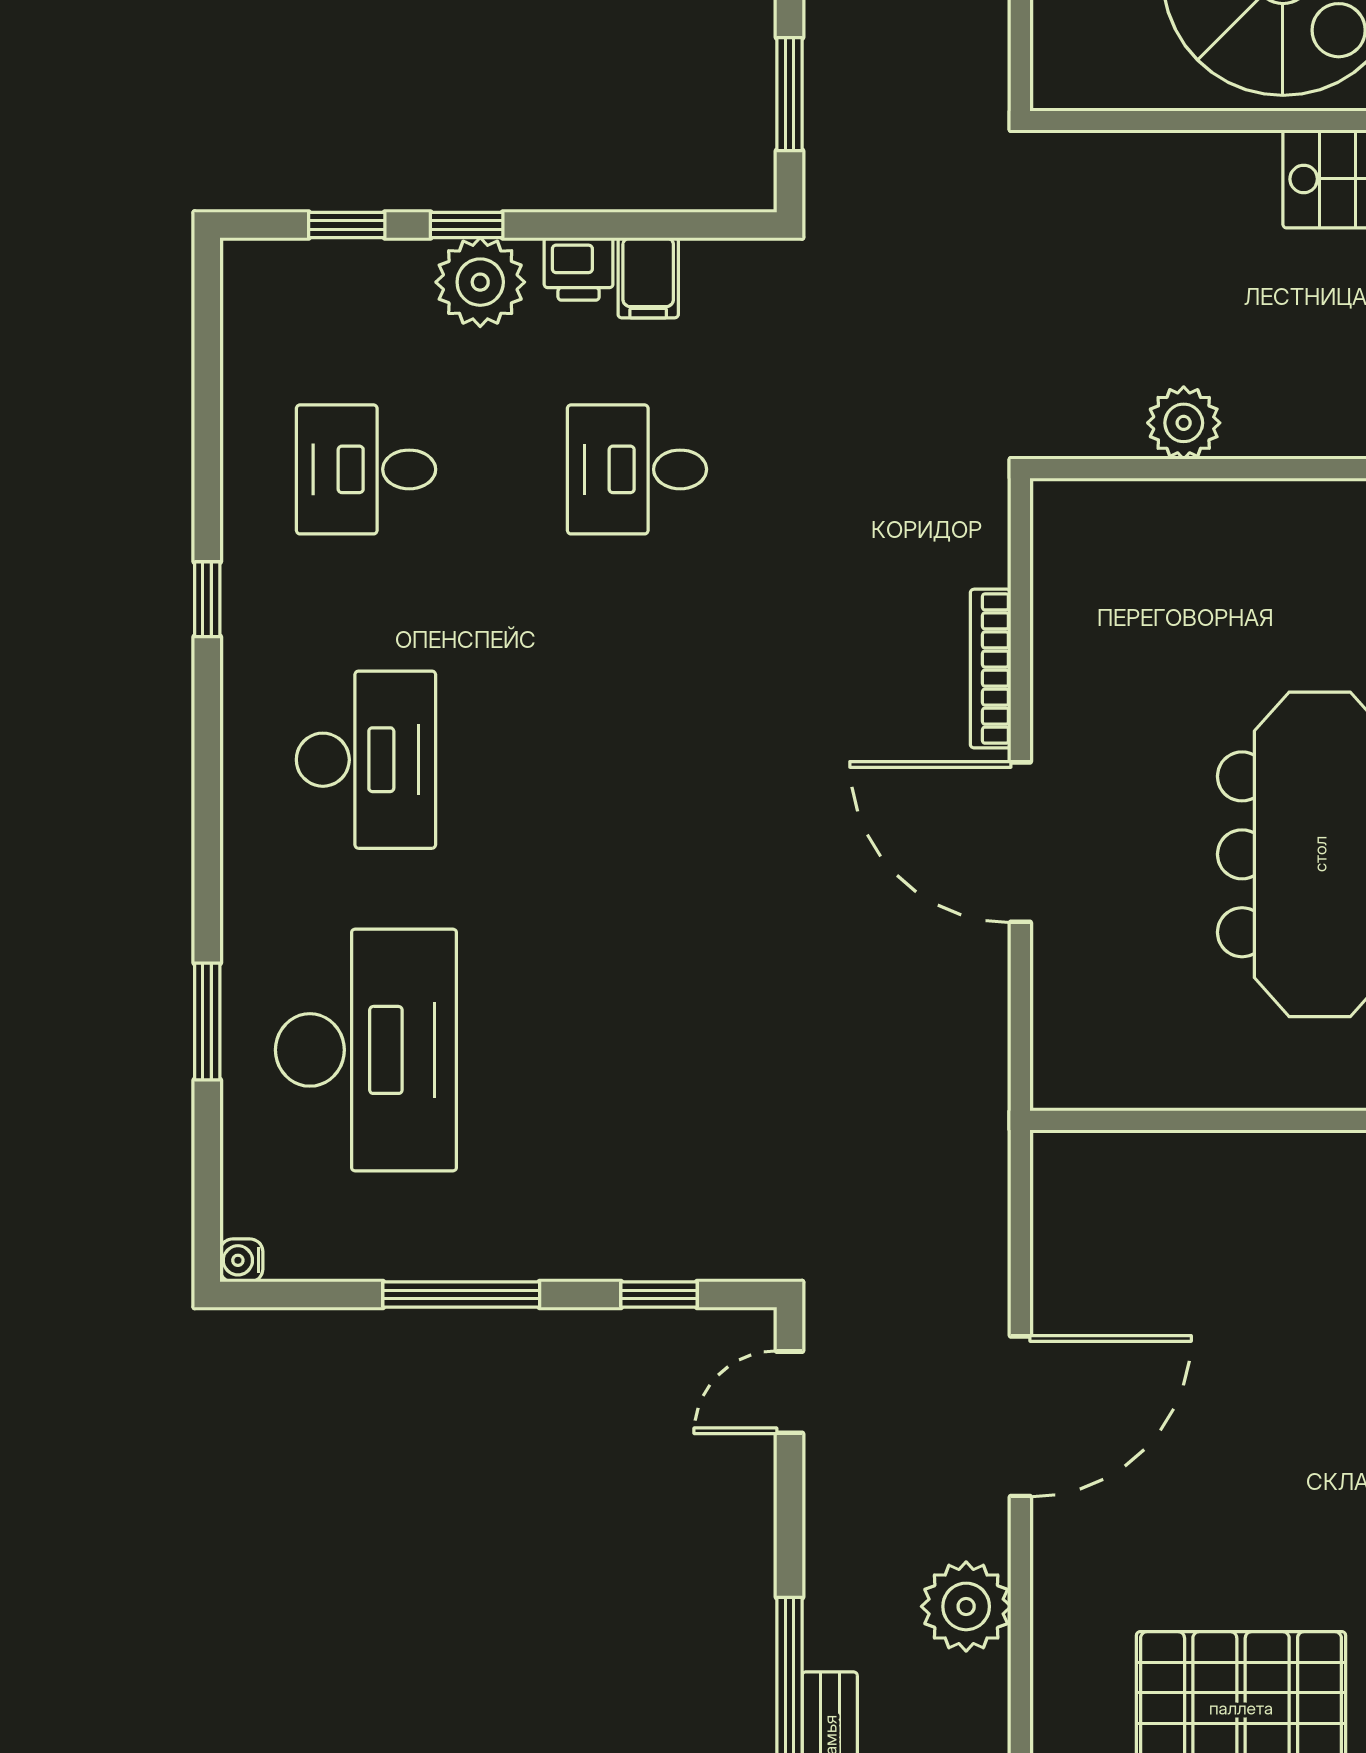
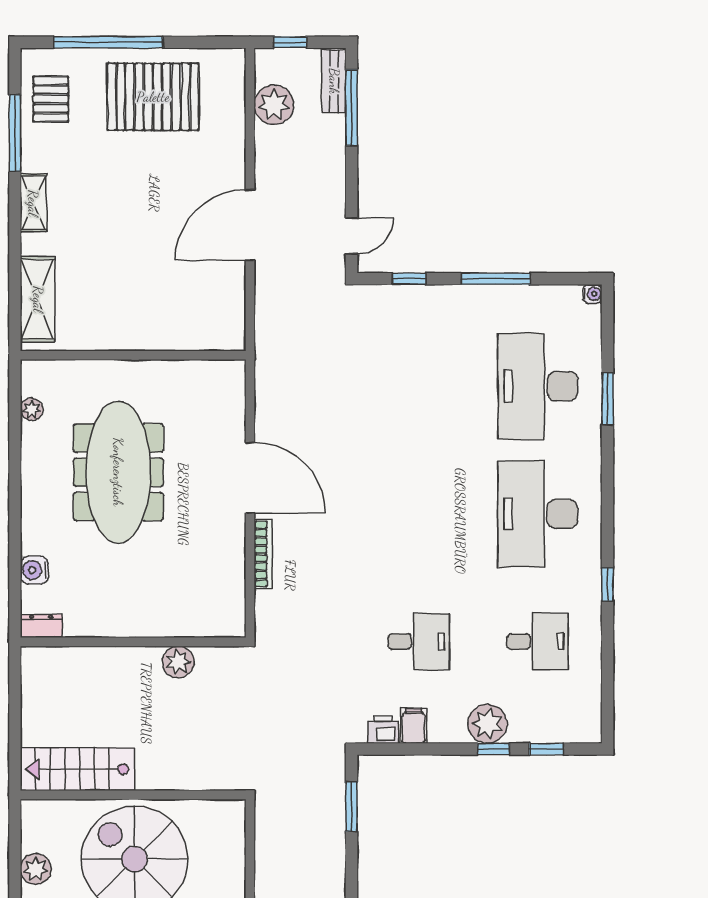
printer: (579, 269) -> (383, 730), moved
desk: (366, 760) -> (538, 514), width x1.36, depth x1.30
plant: (966, 1606) -> (274, 105), moved

